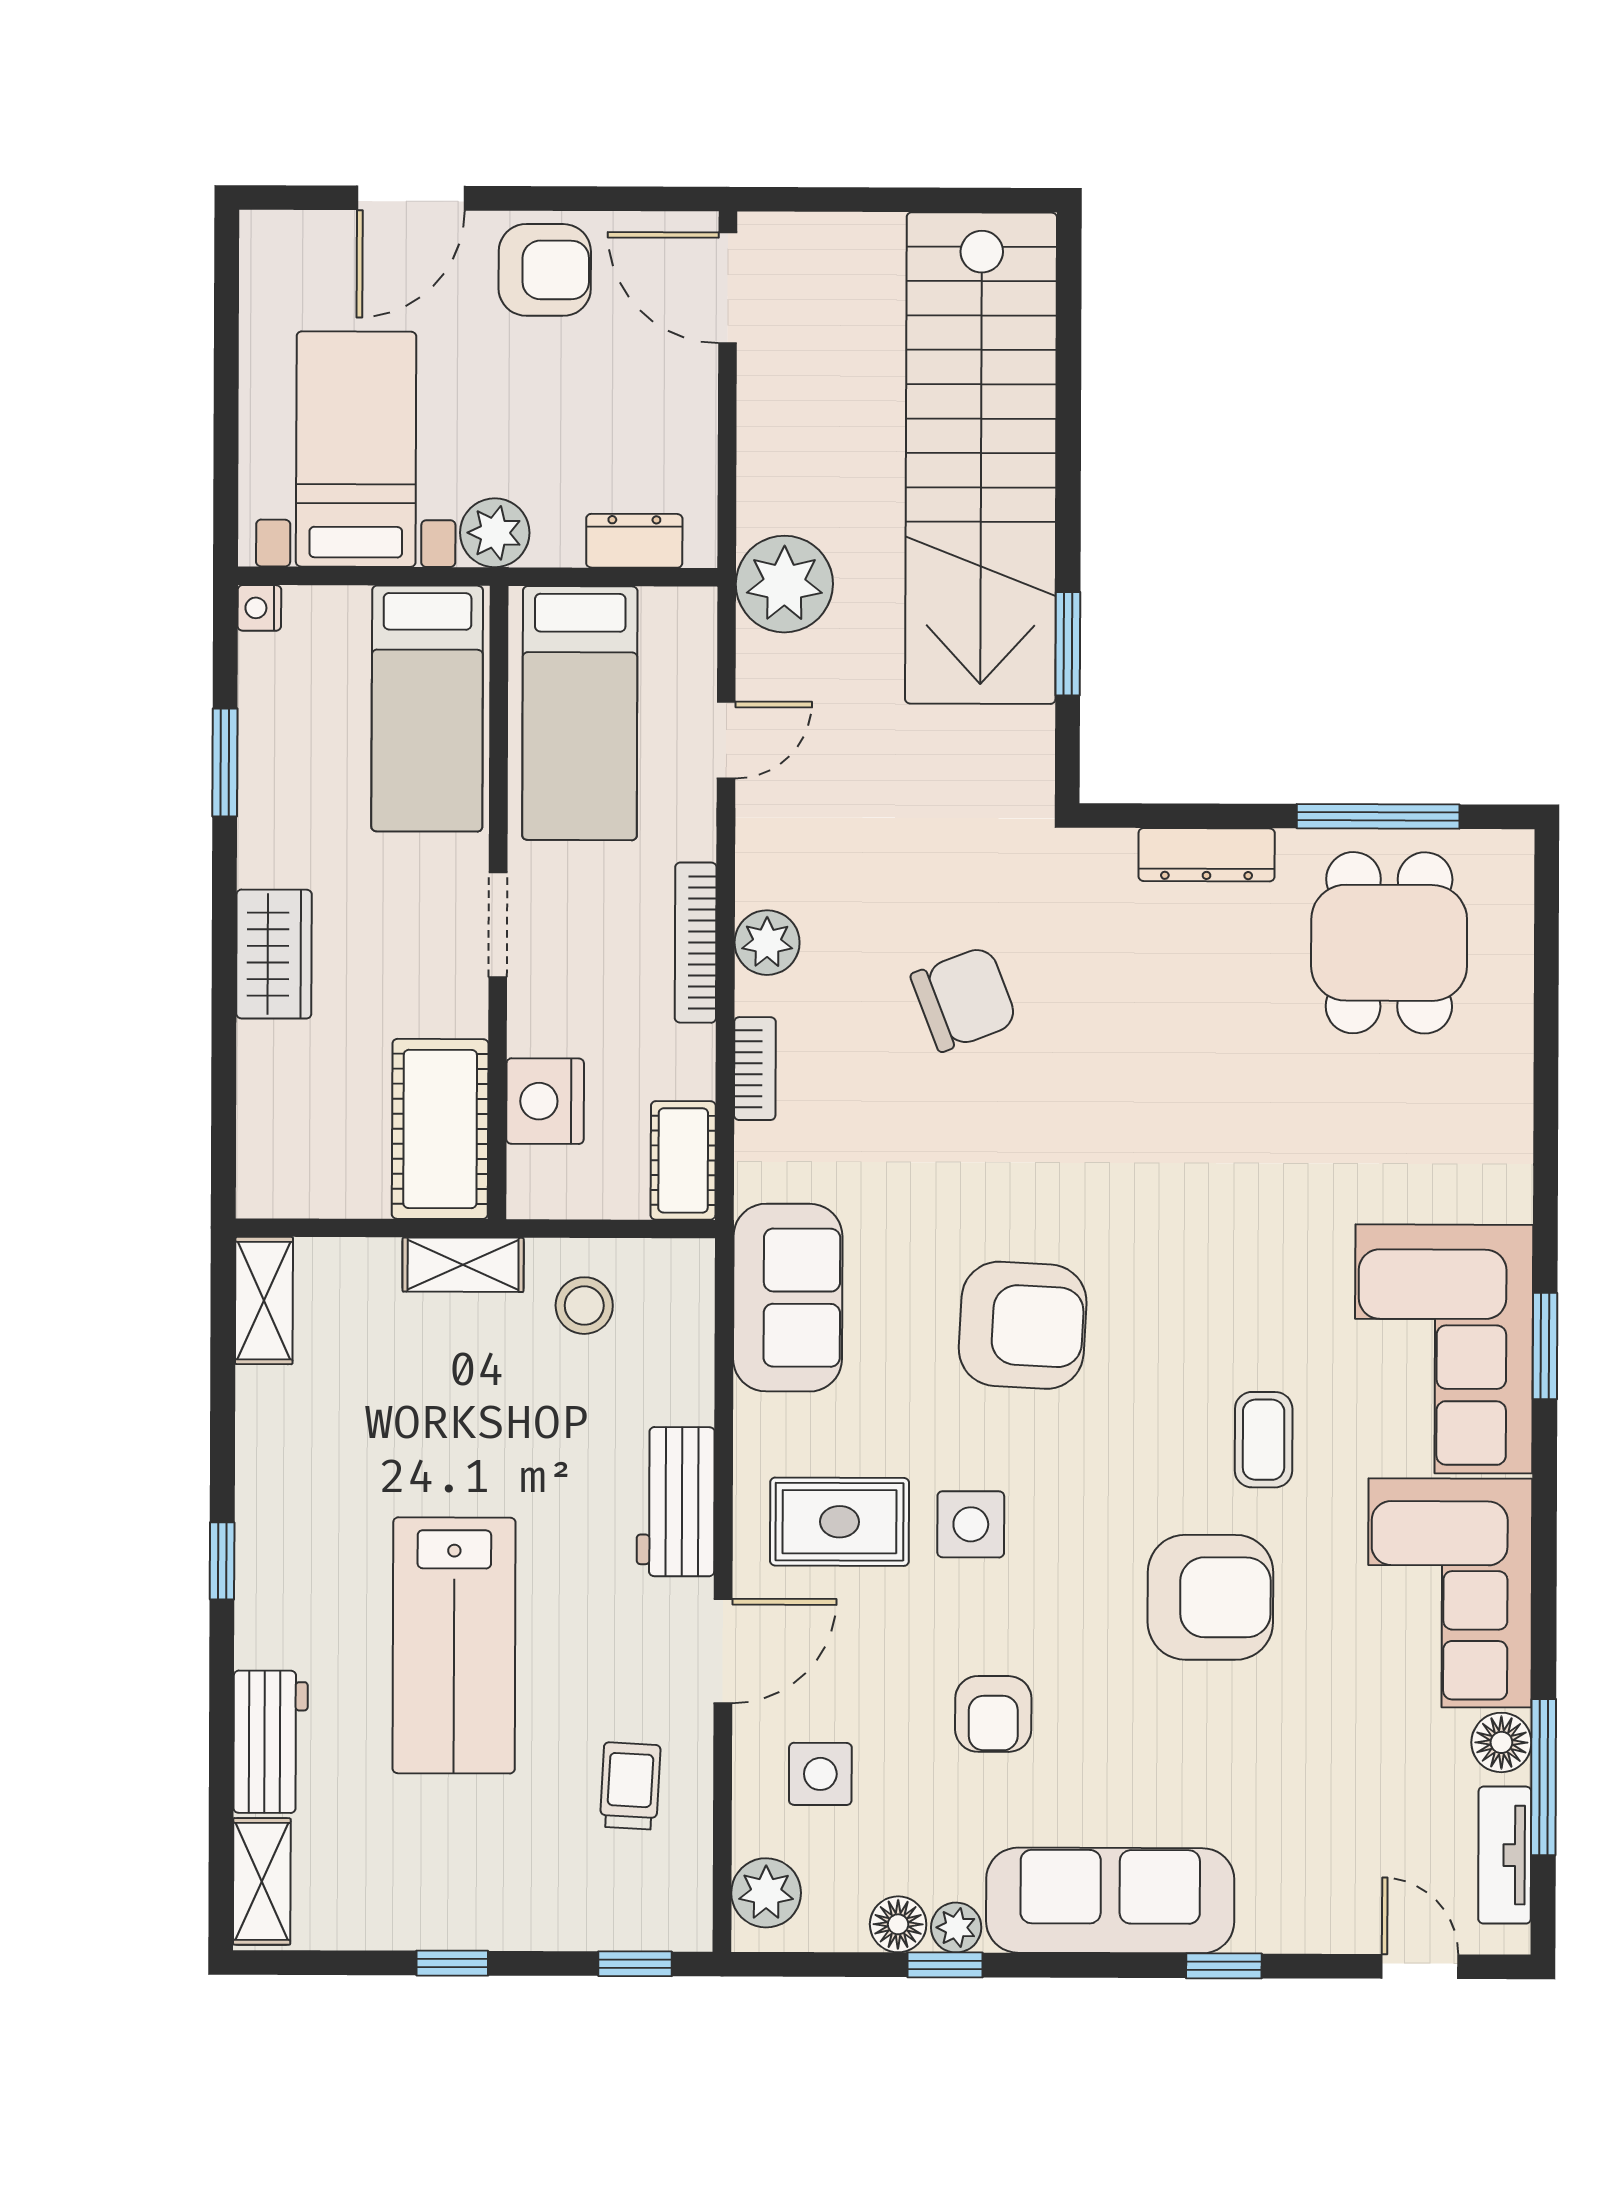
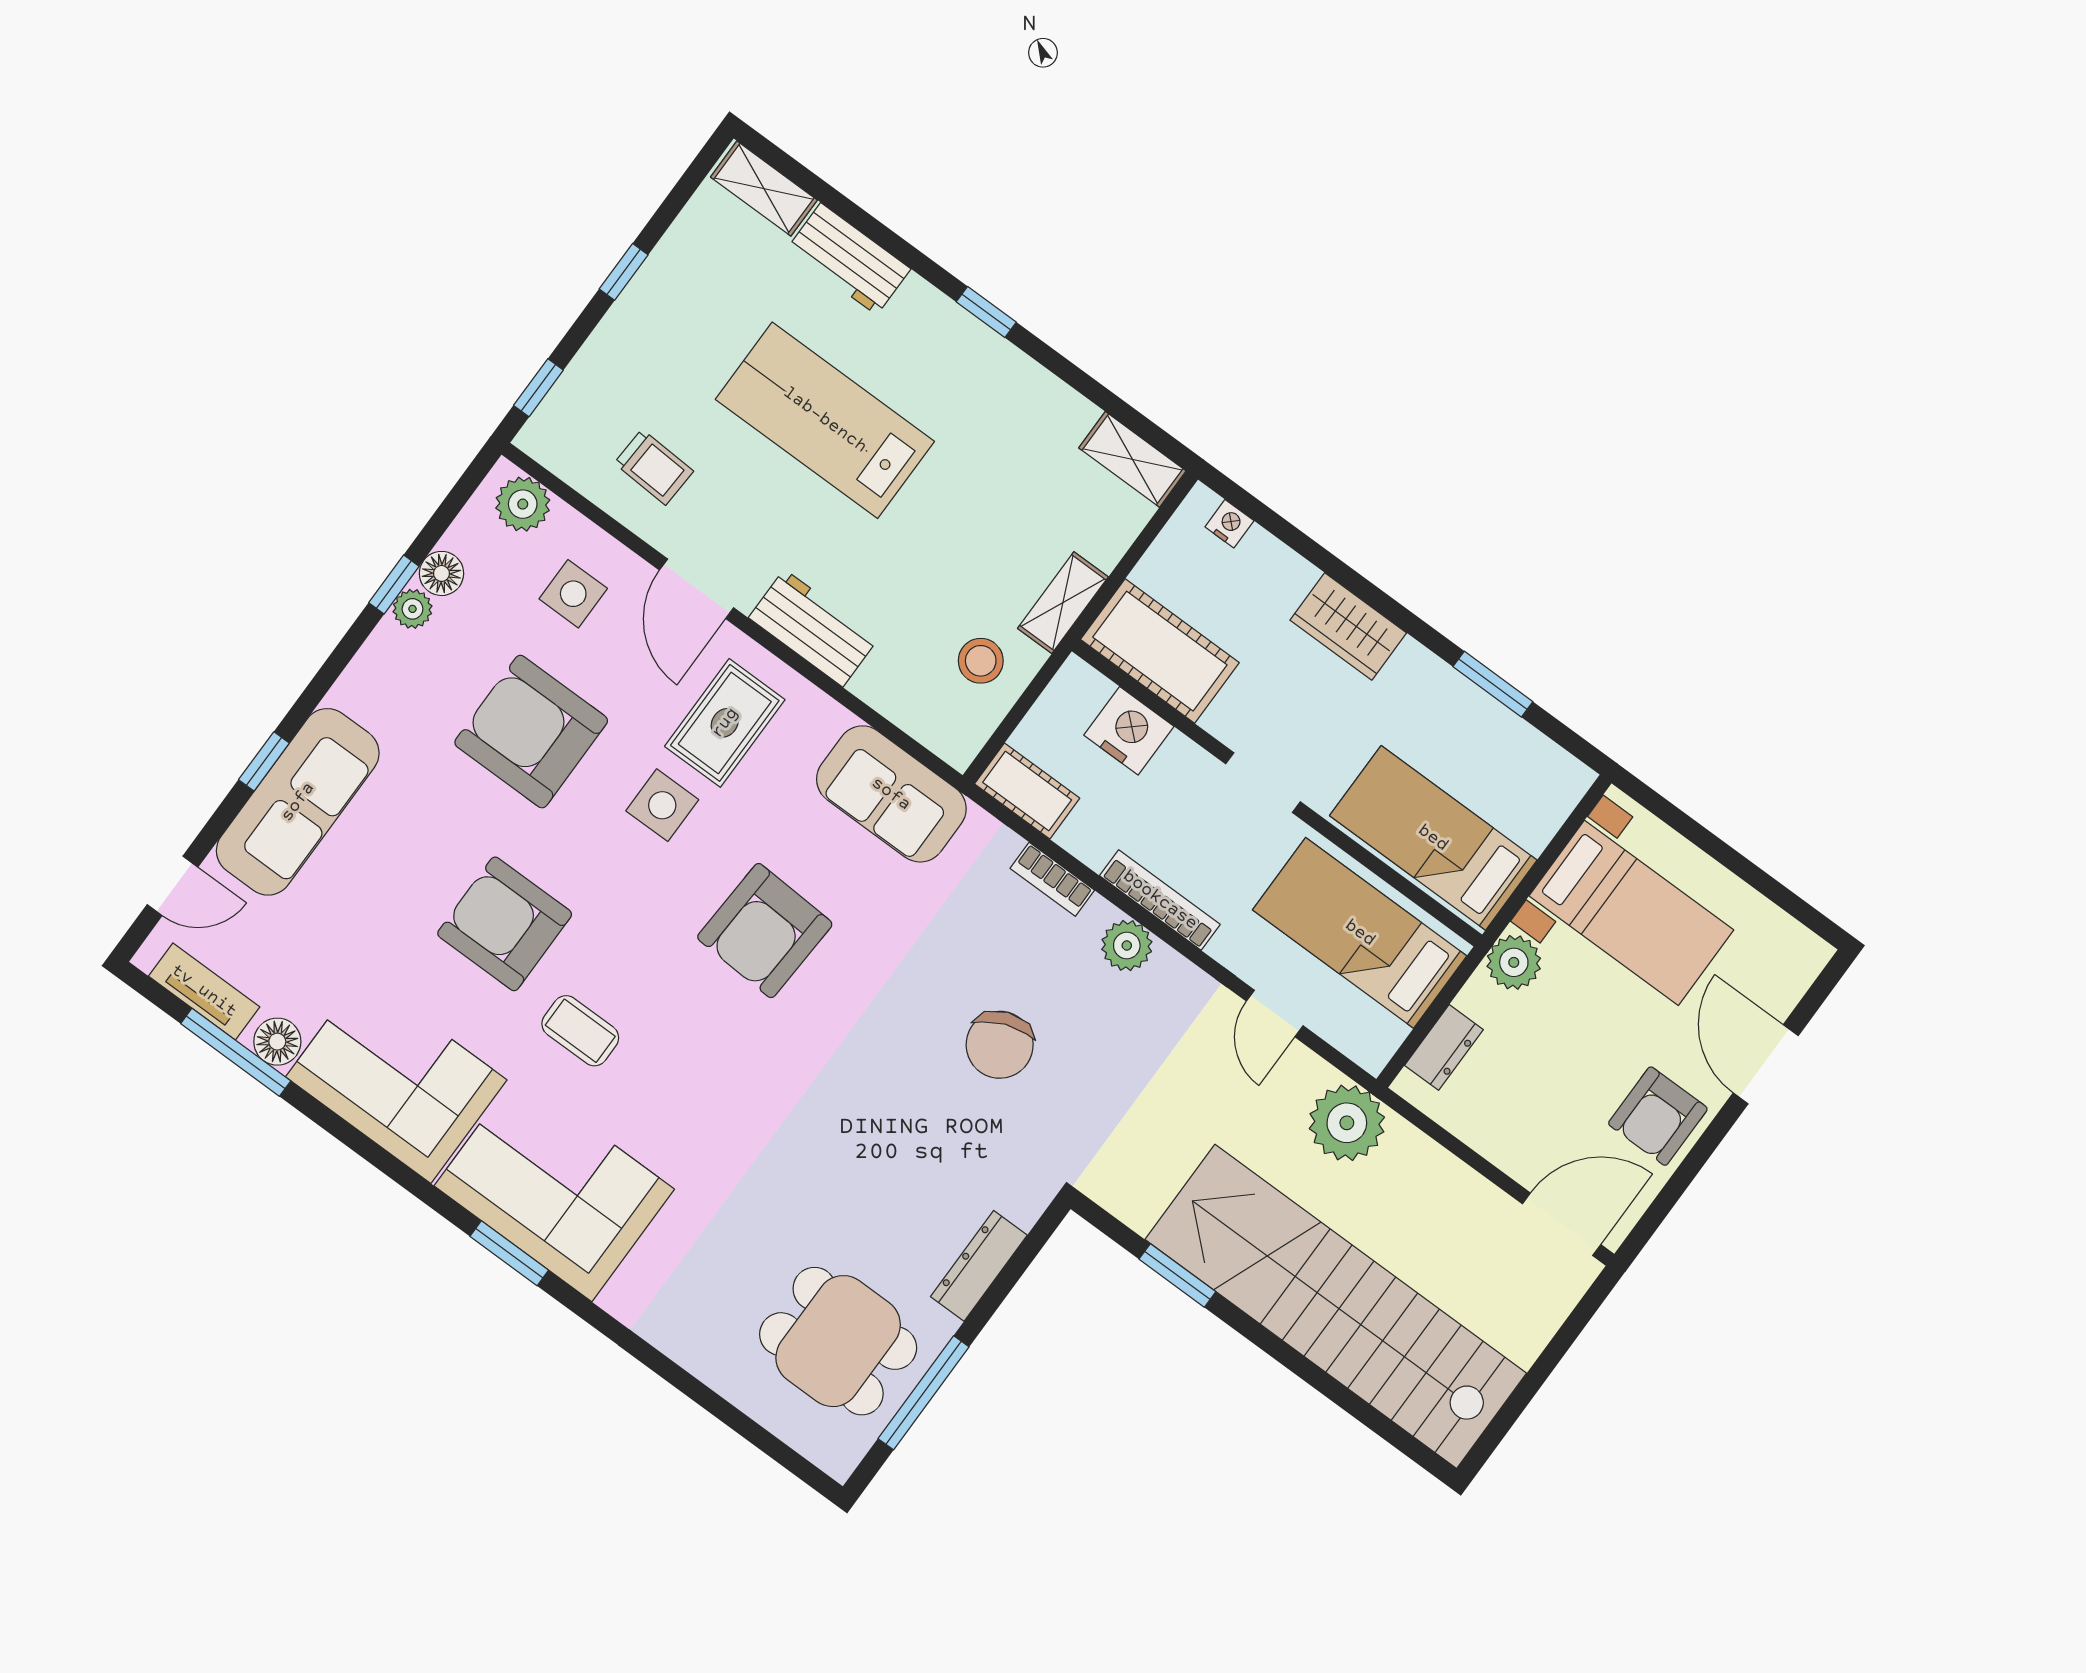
nightstand: (259, 608) -> (1229, 524), moved
armchair: (1210, 1597) -> (505, 924), turned 90
armchair: (993, 1714) -> (531, 732), width x1.88, depth x1.88
sofa: (1110, 1900) -> (298, 802), moved

